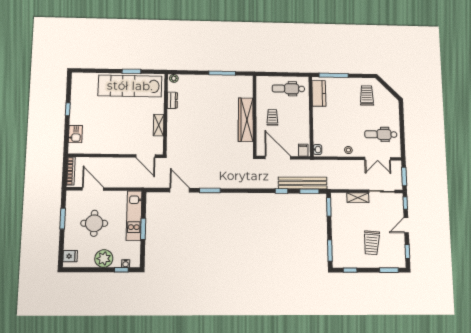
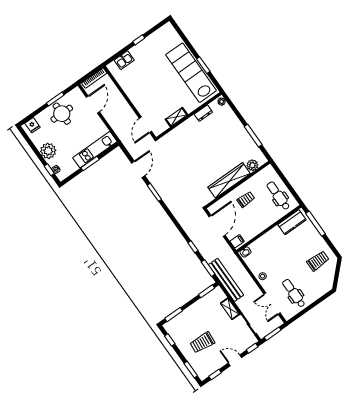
plant: (247, 91) -> (252, 165), added
bench: (303, 183) -> (226, 280), moved
round table: (94, 223) -> (62, 114), moved

